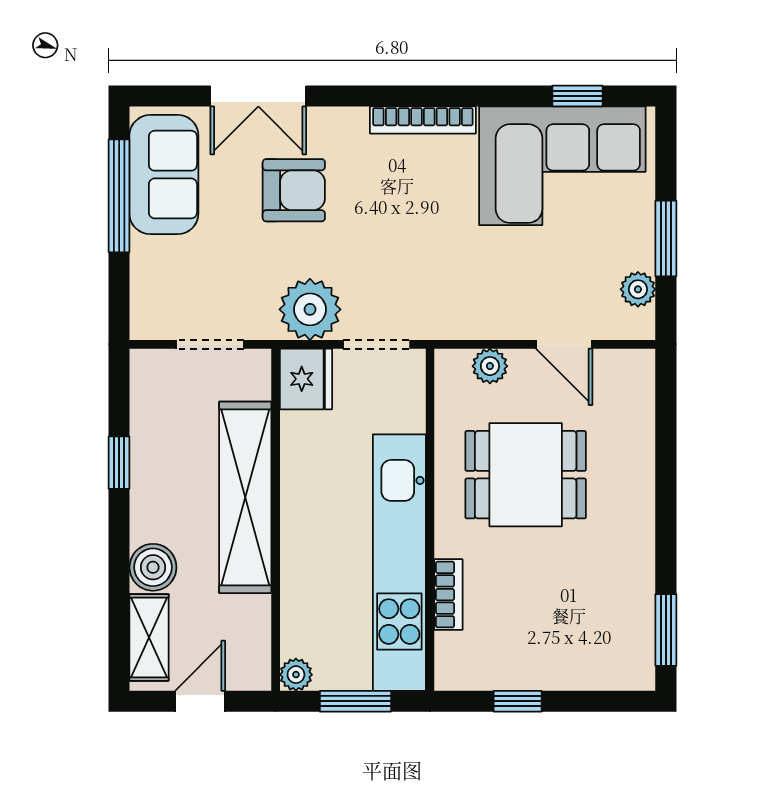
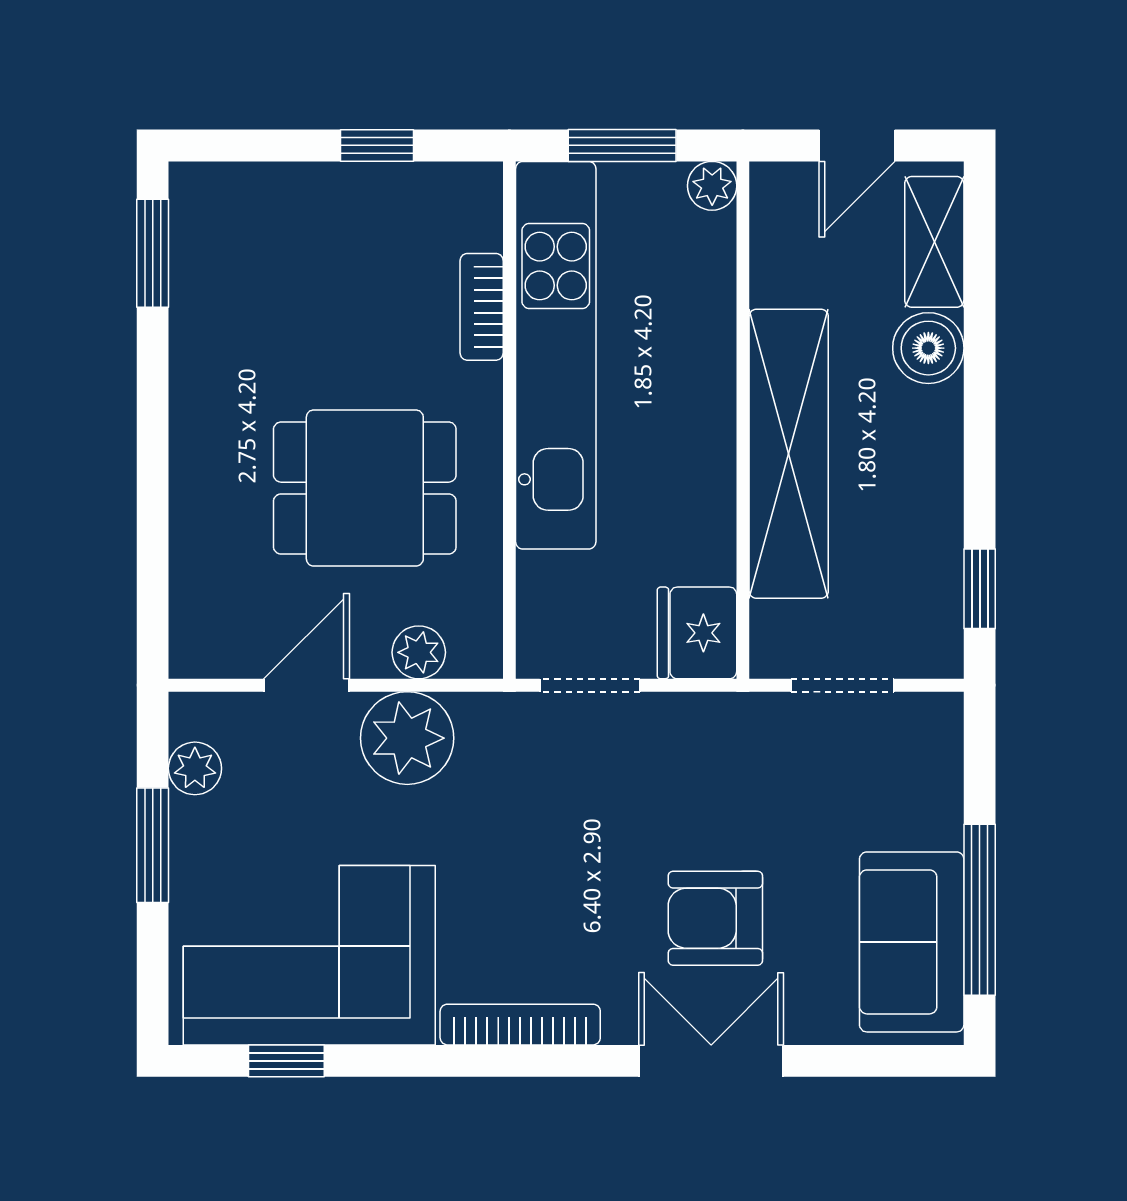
double door: (258, 96) -> (711, 1061), moved
plant: (310, 309) -> (407, 738), moved
door: (564, 344) -> (306, 685), hinge flipped
window: (119, 463) -> (980, 589), moved

